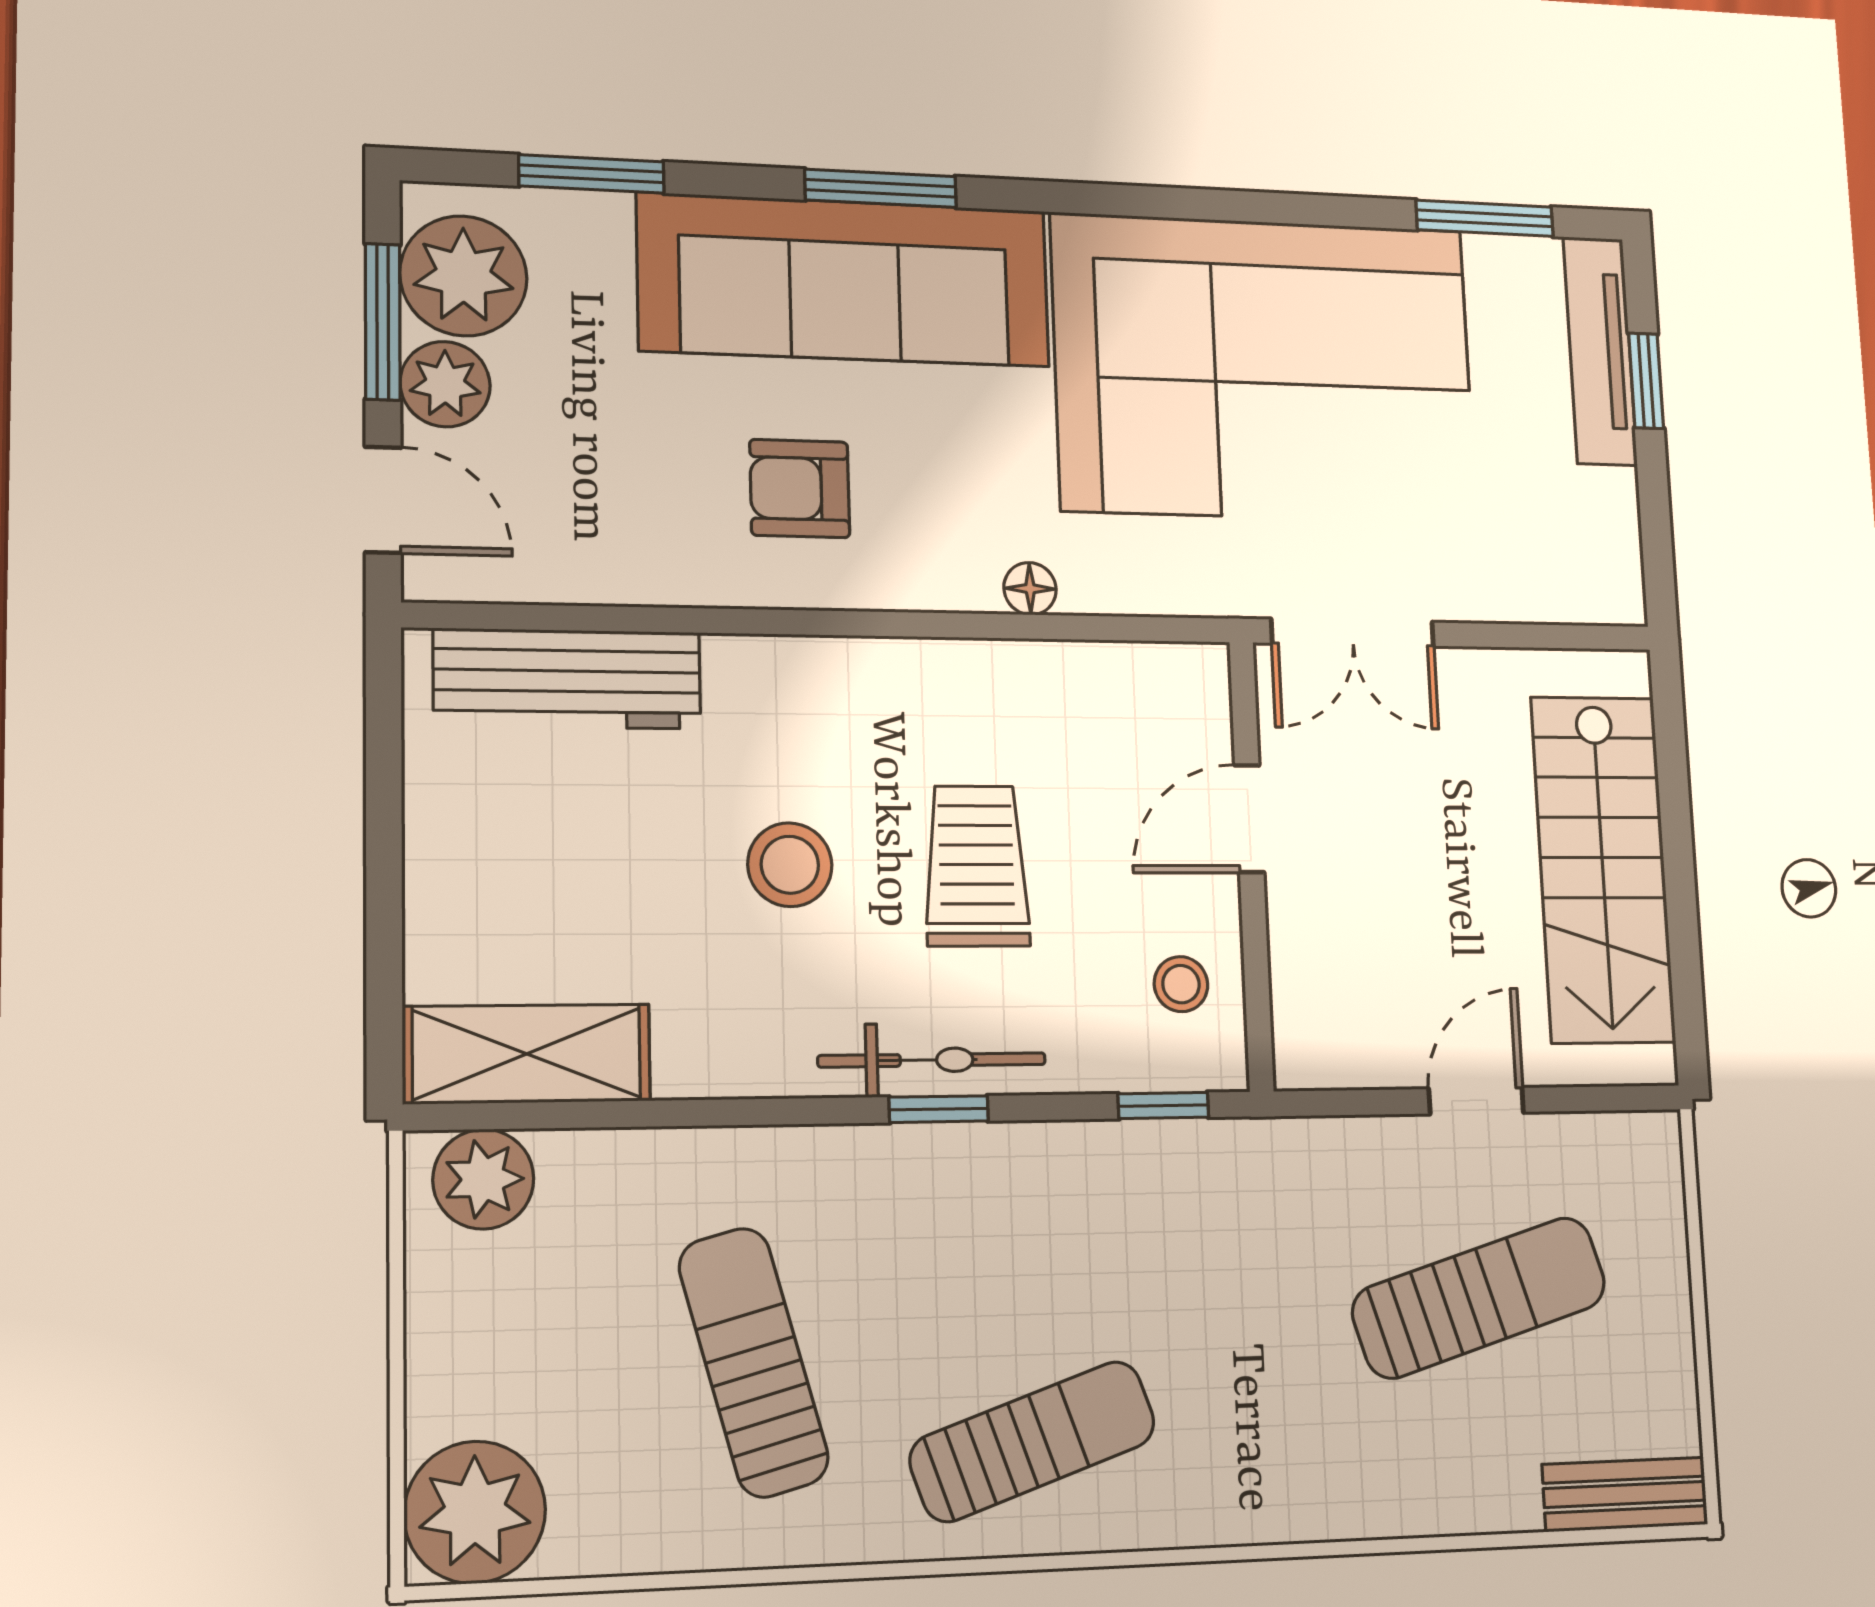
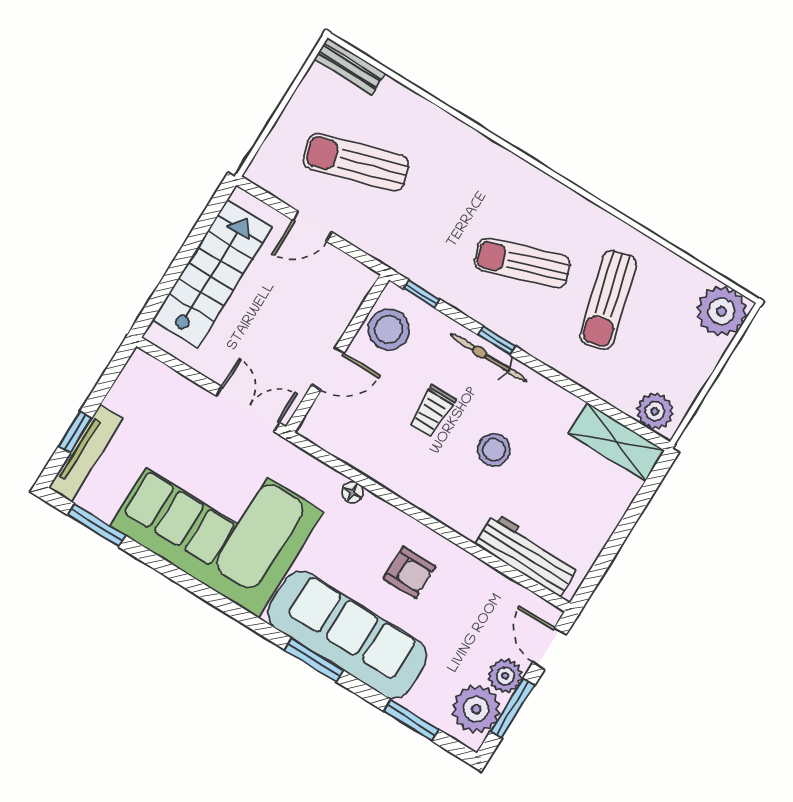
trolley: (976, 866) -> (432, 411), width x0.73, depth x0.72
stool: (1181, 984) -> (389, 329), width x1.89, depth x1.89
sun lounger: (1033, 1441) -> (522, 263), moved

